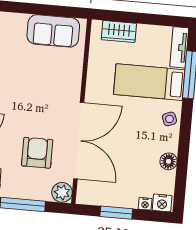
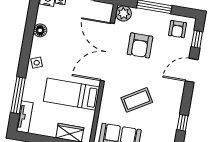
coffee table: (35, 82) -> (137, 100), added
bed: (149, 82) -> (71, 94), moved, turned 180

